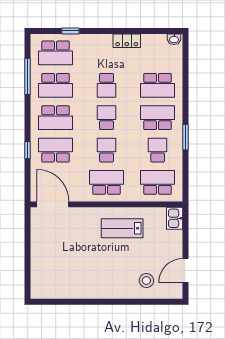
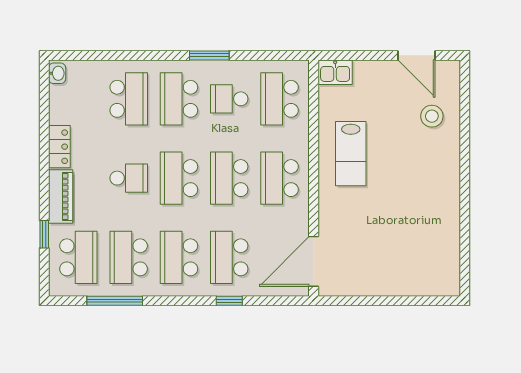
piano: (95, 41) -> (61, 197), added
school desk: (55, 85) -> (129, 257), turned 180
school desk: (55, 118) -> (179, 257), turned 180
school desk: (107, 118) -> (179, 178), width x1.85
school desk: (107, 150) -> (229, 178), width x1.85

